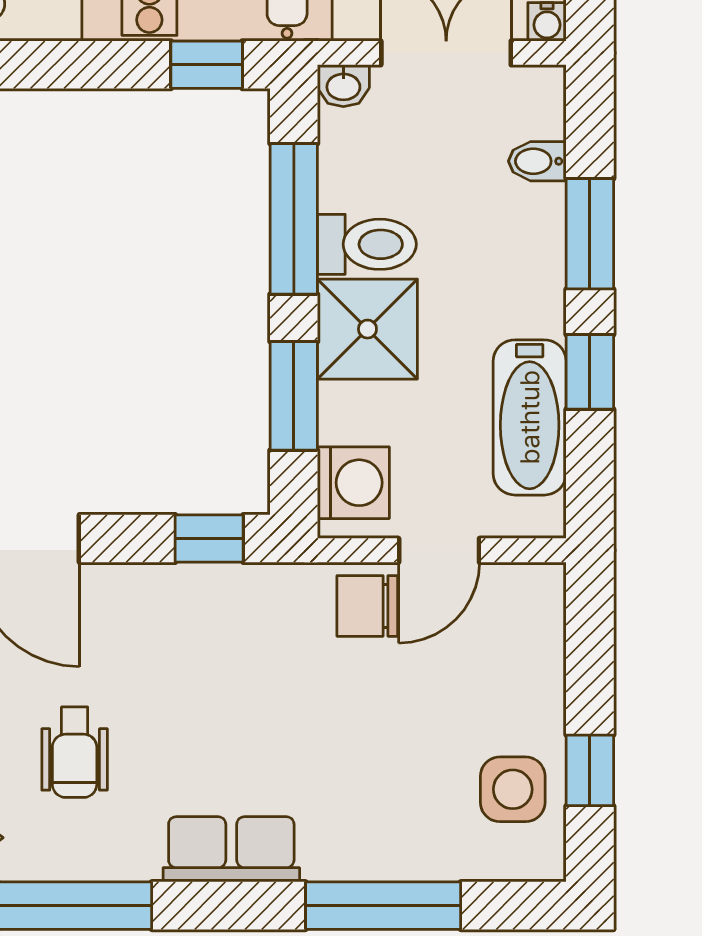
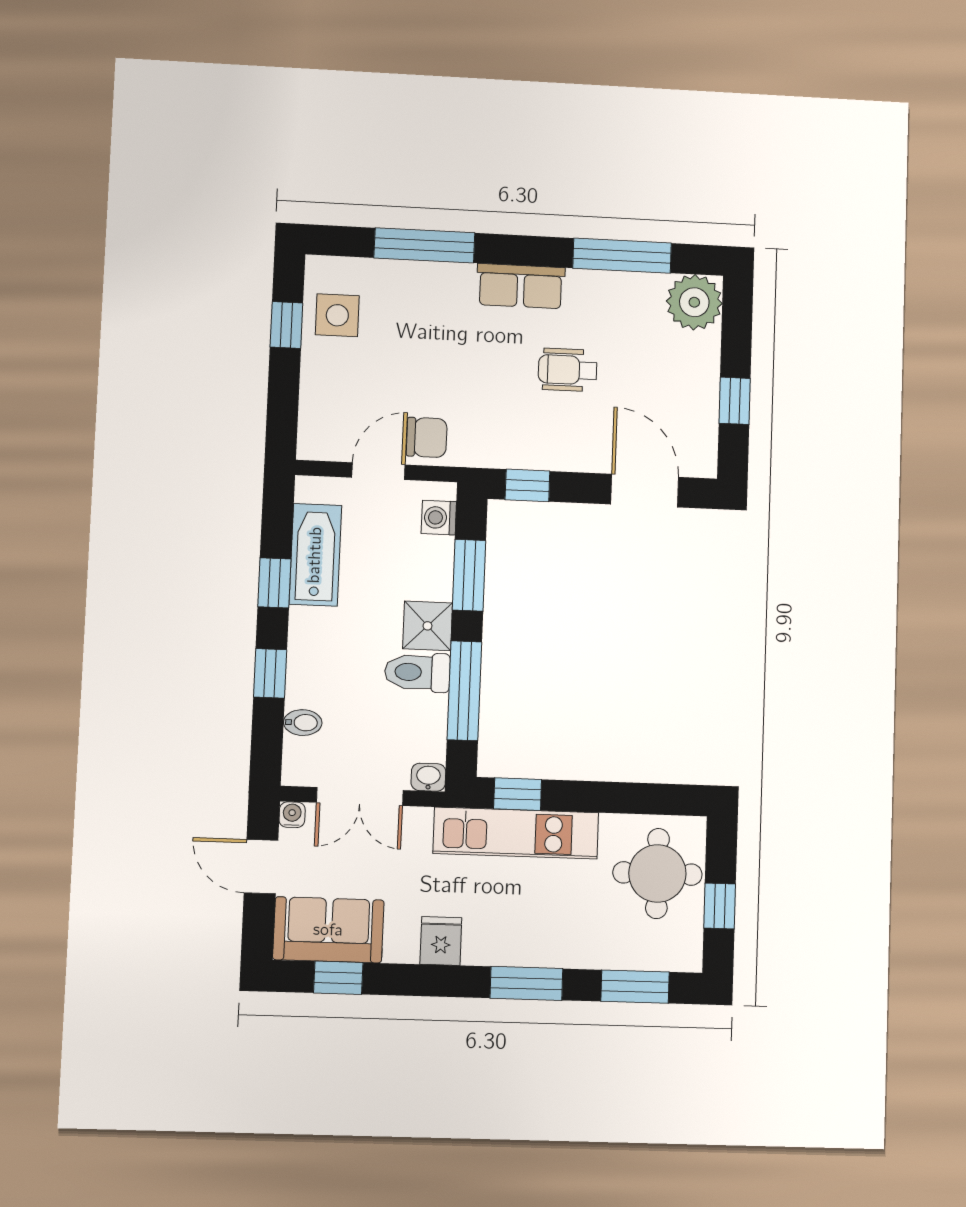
window: (590, 234) -> (270, 673), width x0.67
shower: (367, 329) -> (428, 626), width x0.73, depth x0.73
washing machine: (353, 483) -> (439, 518), width x0.73, depth x0.73
wheelchair: (75, 752) -> (568, 370), moved, turned -90

